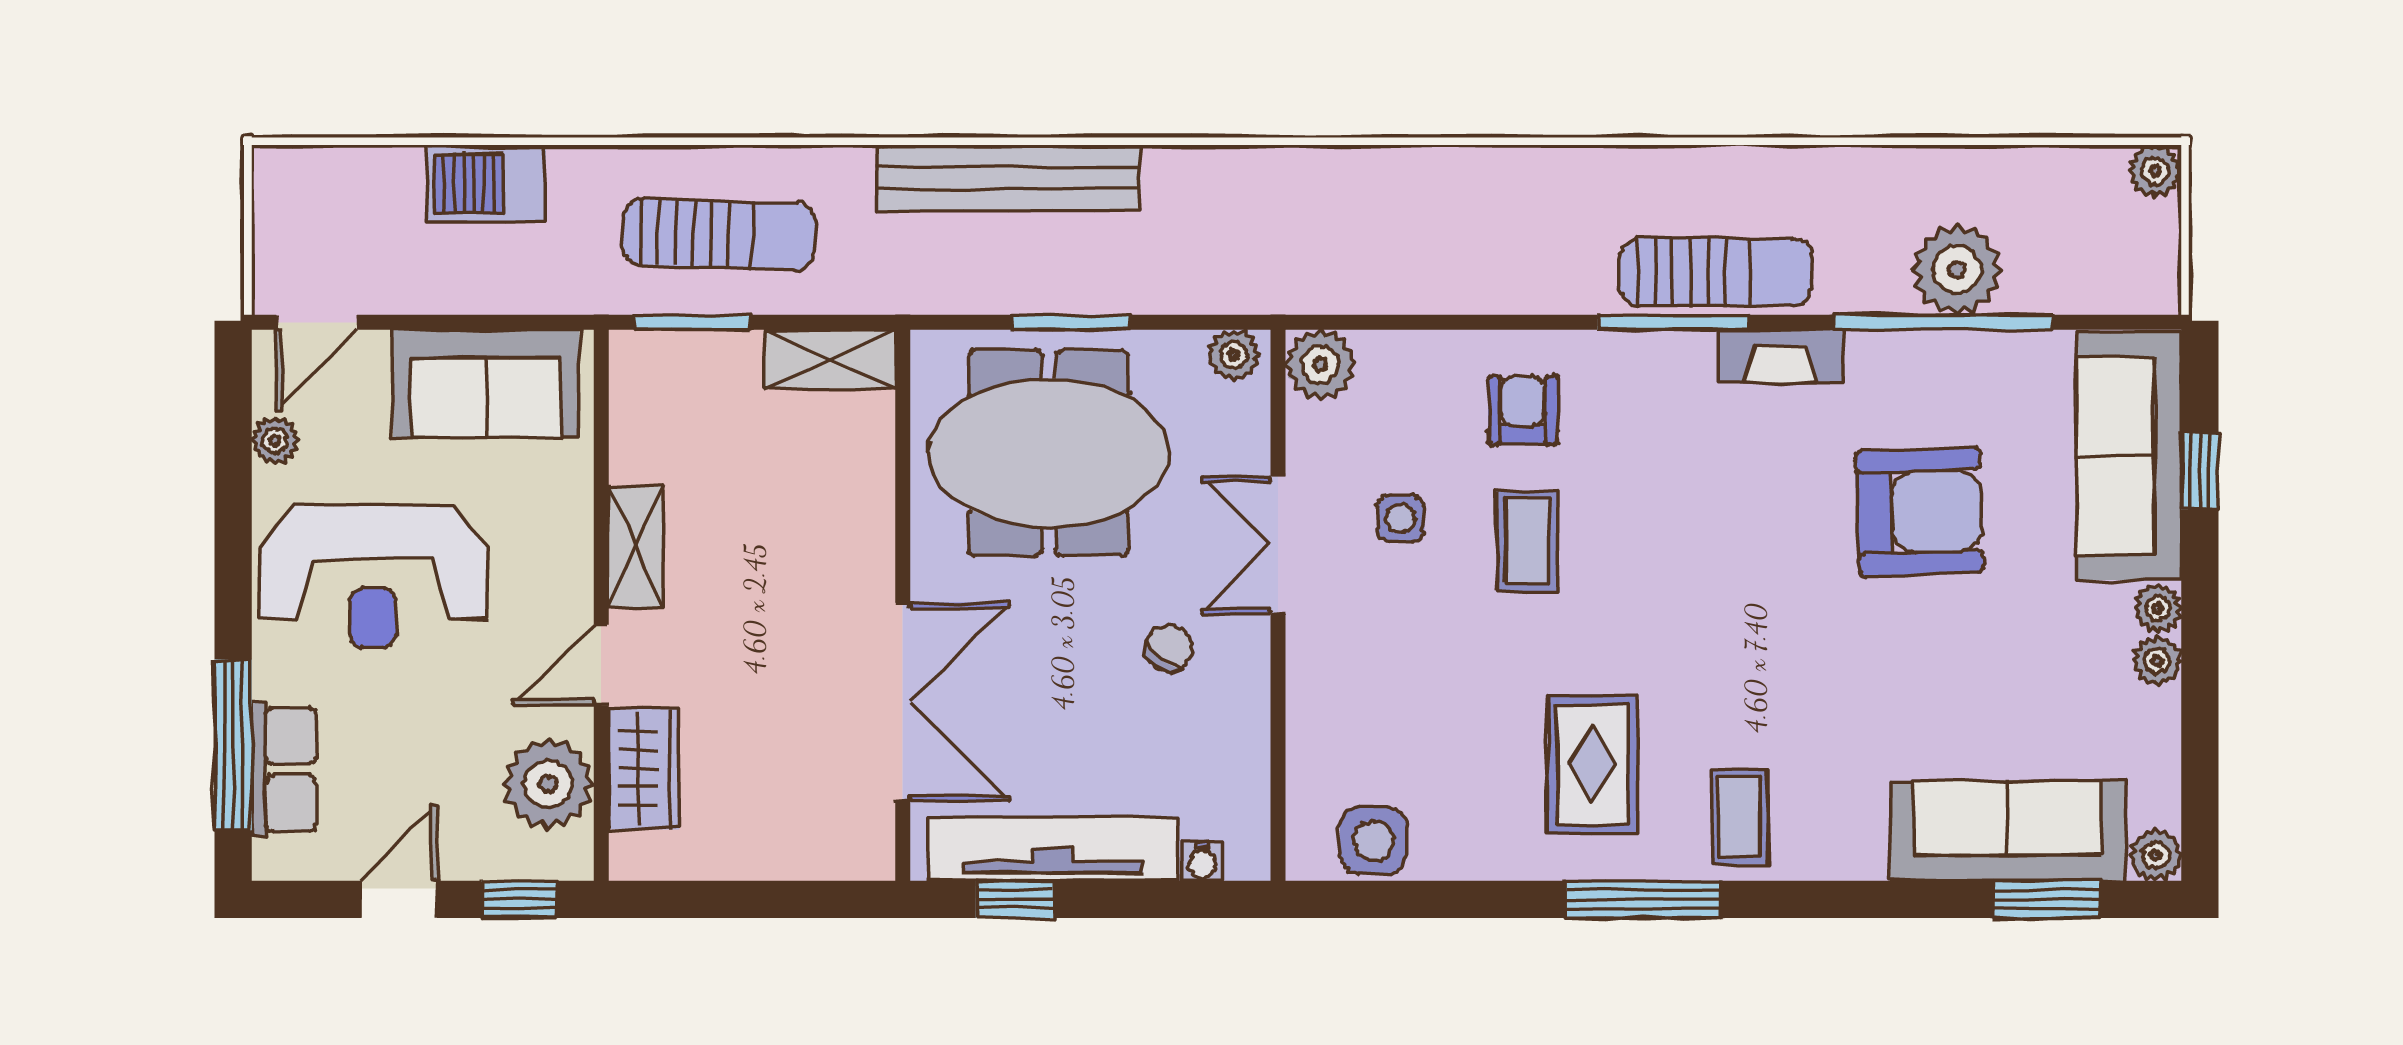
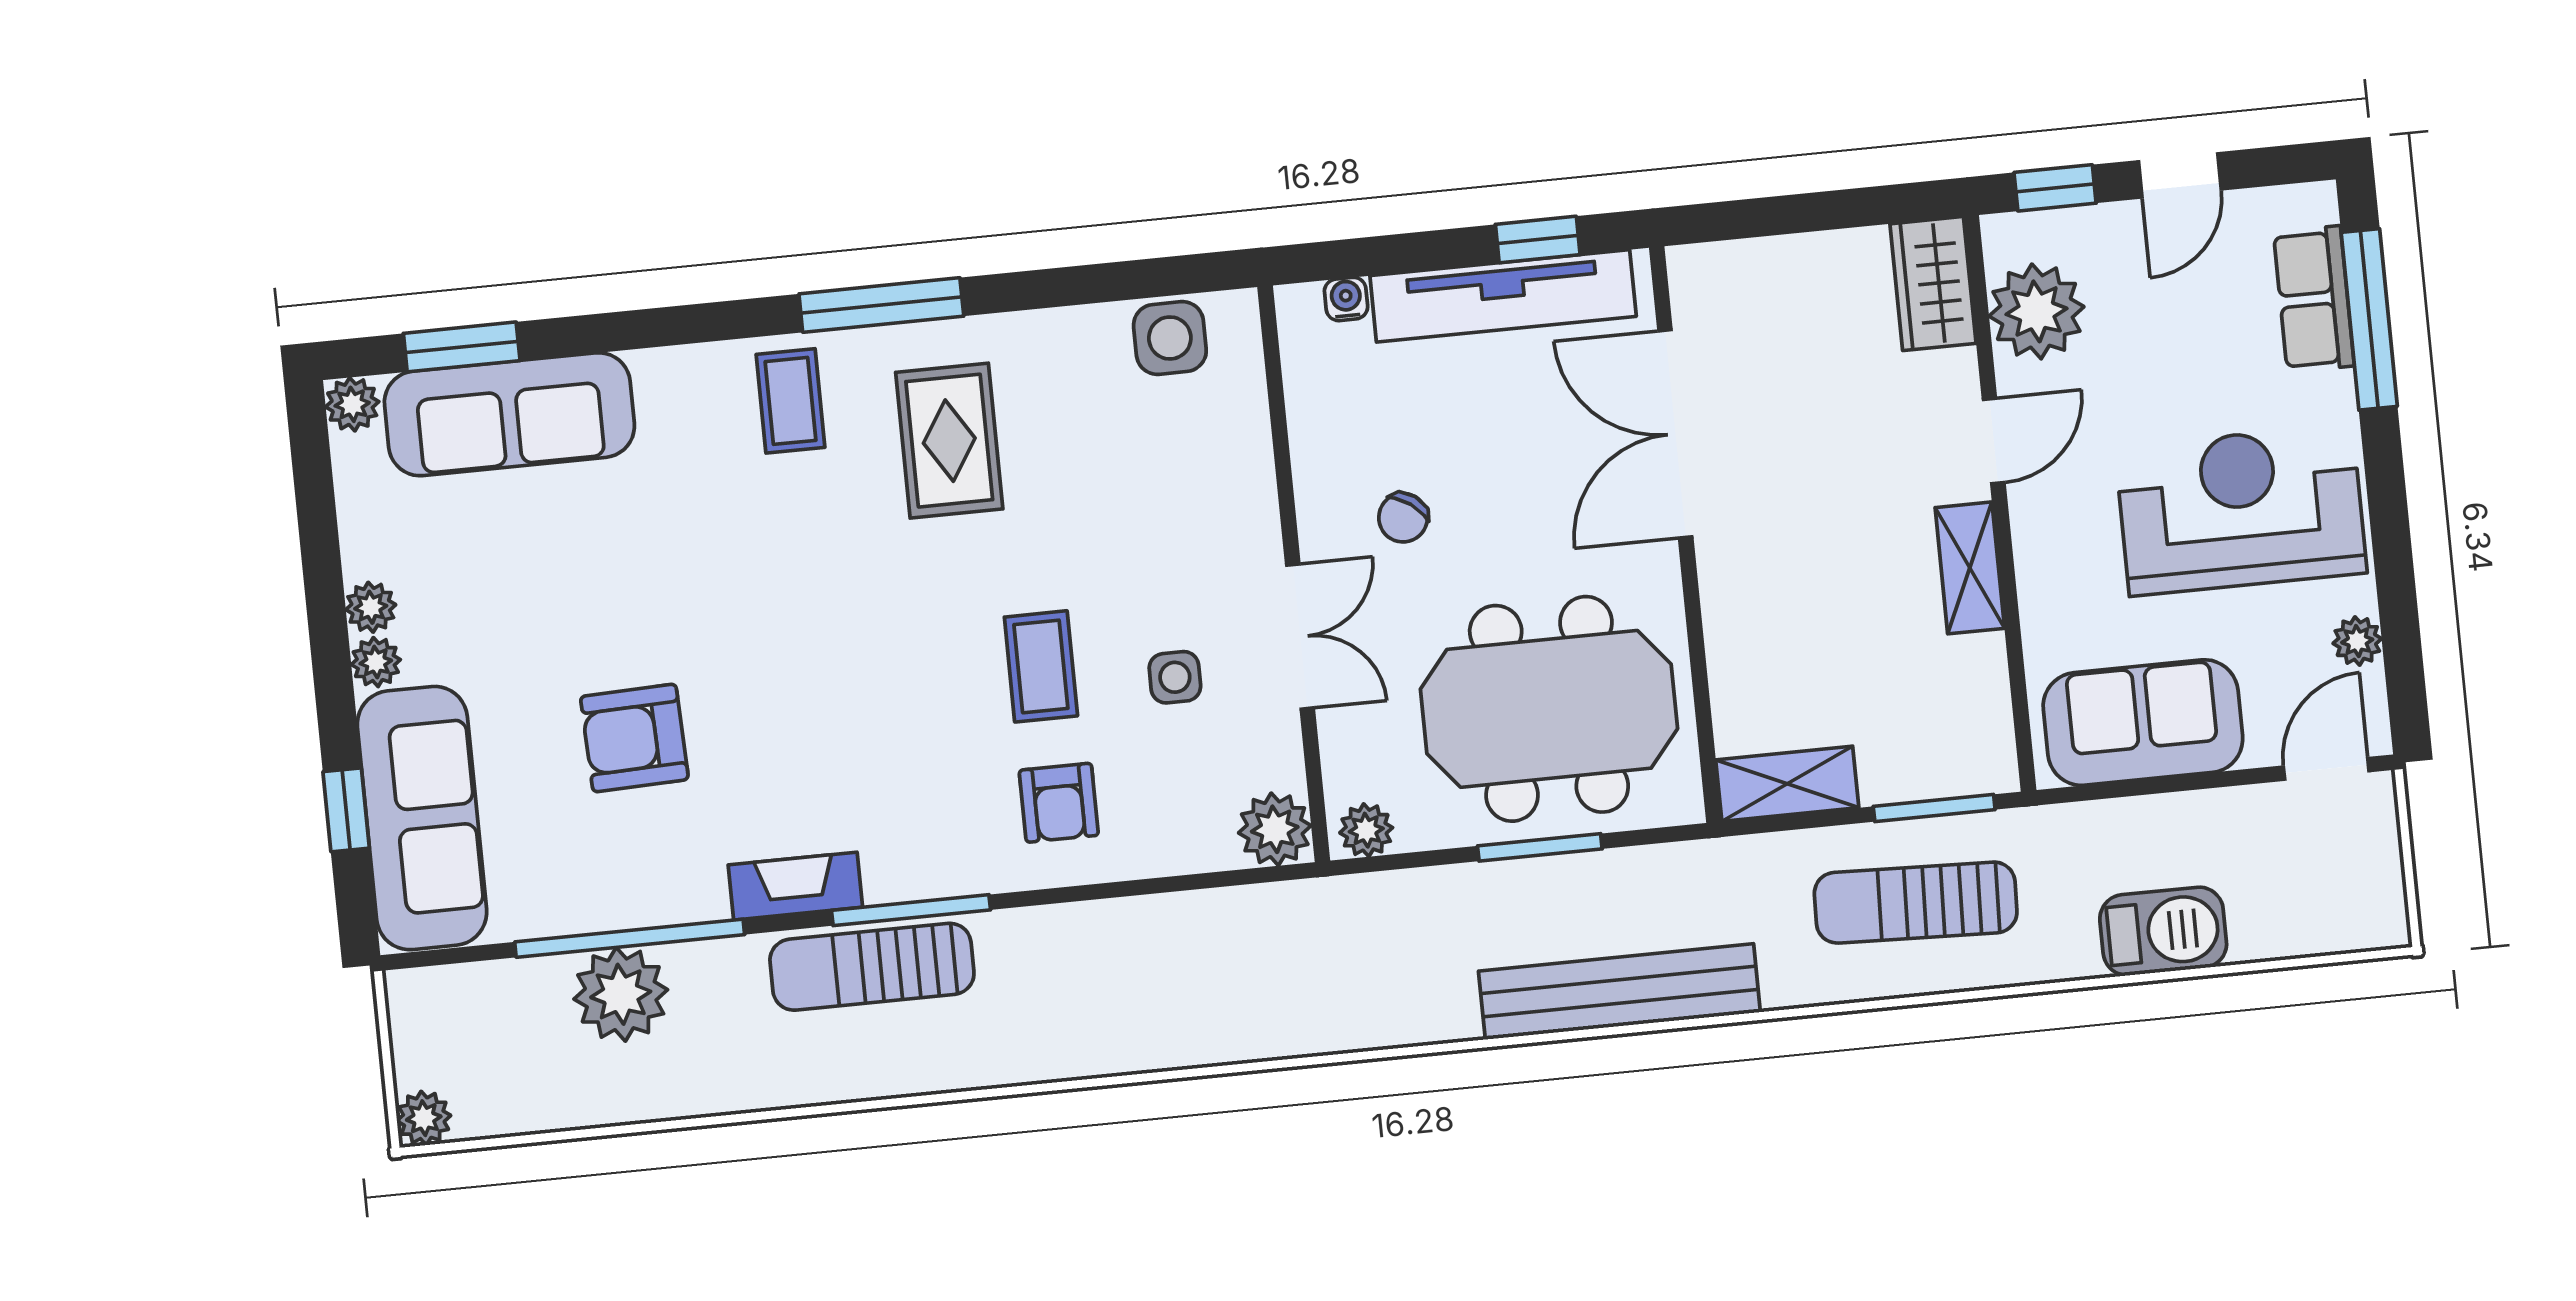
armchair: (1919, 512) -> (634, 738), width x0.73, depth x0.73
wardrobe: (644, 769) -> (1933, 284), moved

